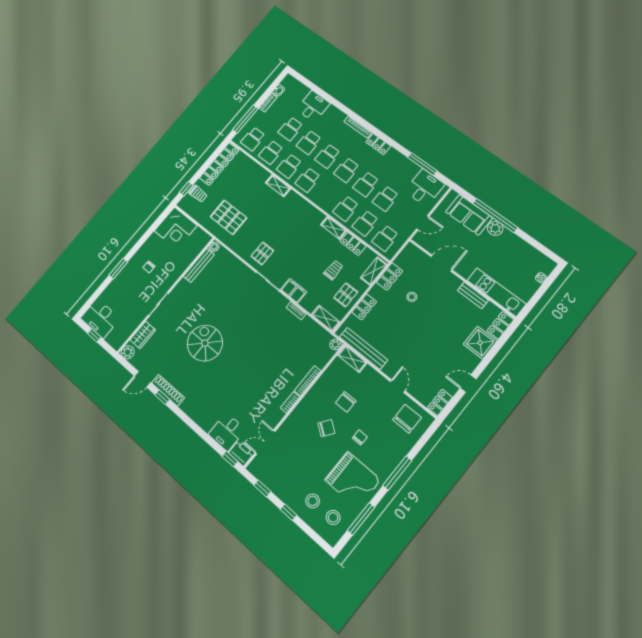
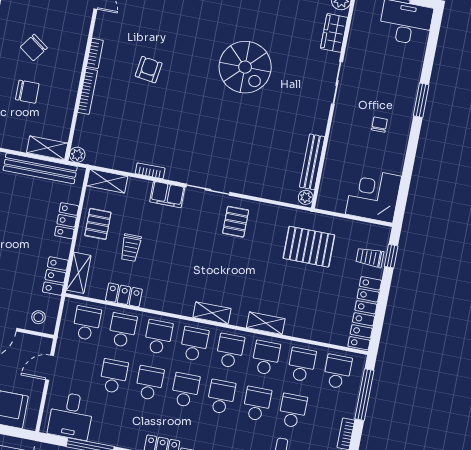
school desk: (327, 194) -> (194, 344), added
shelving: (333, 228) -> (212, 313), moved
stool: (412, 297) -> (38, 317), moved
armchair: (263, 374) -> (149, 70), added
chair: (346, 402) -> (27, 92), turned 90

